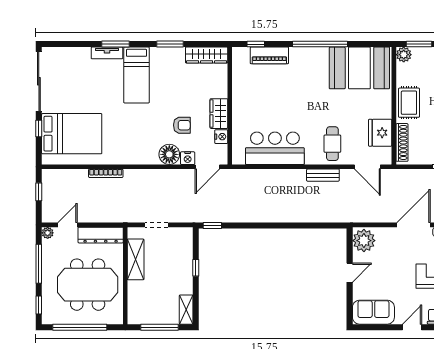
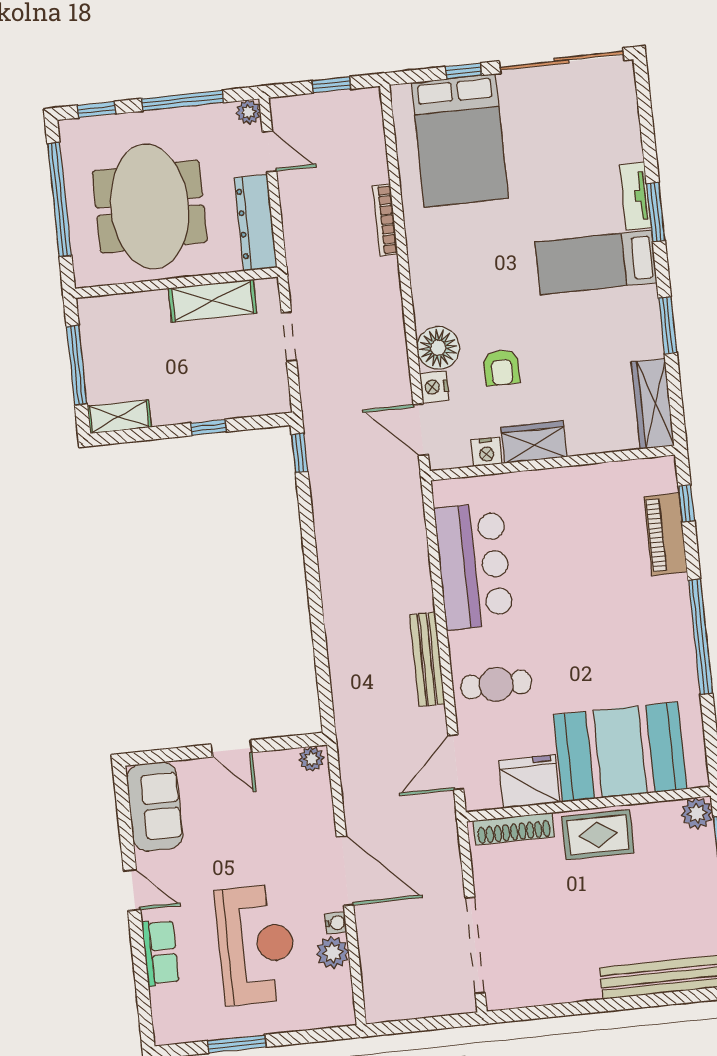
booth: (359, 68) -> (620, 752), moved, turned 90
bench: (323, 175) -> (427, 659), width x1.36
plant: (364, 241) -> (311, 759), width x0.53, depth x0.53

